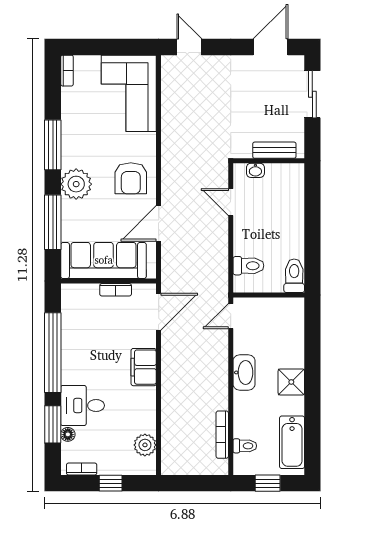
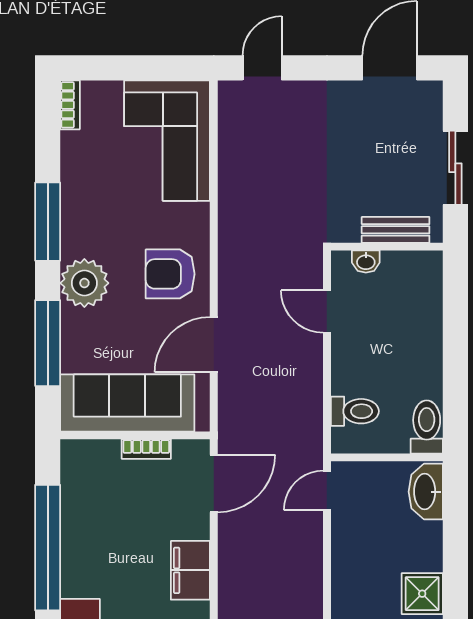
door: (189, 47) -> (262, 68), hinge flipped
sliding door: (312, 94) -> (455, 168), moved
armchair: (131, 178) -> (170, 274), turned 90
washbasin: (244, 372) -> (426, 492), moved, turned 180

